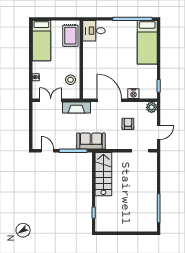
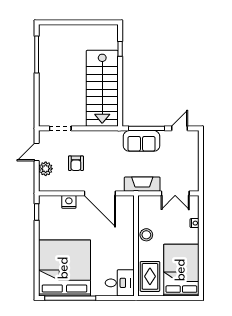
bed: (41, 41) -> (181, 270), width x1.50
bed: (147, 42) -> (64, 268), width x2.04
stool: (70, 80) -> (146, 235), moved
plant: (152, 107) -> (46, 169), moved
sofa: (91, 141) -> (141, 141), moved
door: (47, 151) -> (180, 128), swing flipped
stairs: (103, 174) -> (102, 88), width x1.36, depth x1.51

